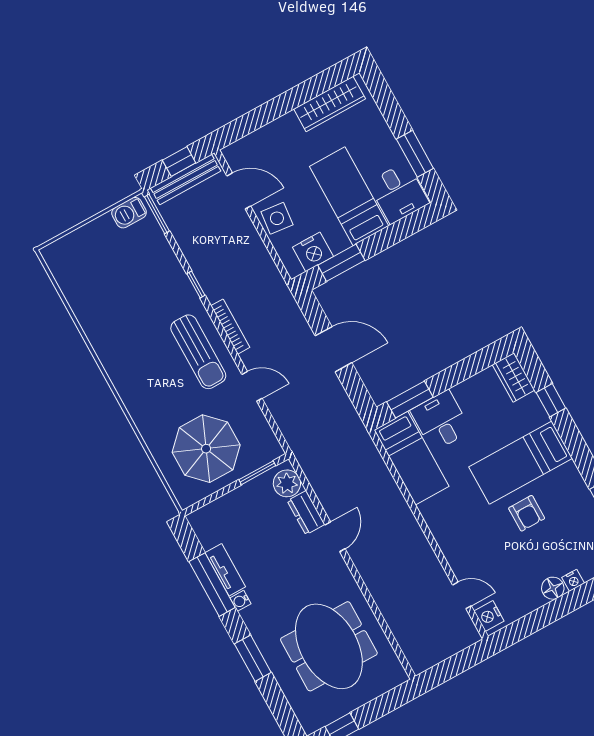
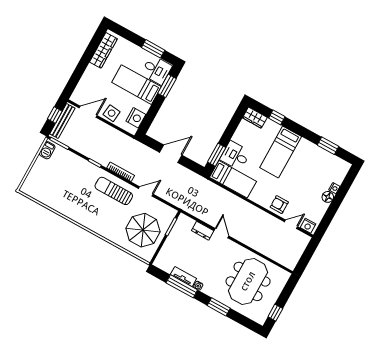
window: (341, 263) -> (167, 86), moved
sun lounger: (198, 352) -> (114, 191), turned 180
plant: (287, 483) -> (187, 223), removed
armchair: (527, 513) -> (279, 205), moved, turned 180
meeting table: (329, 646) -> (248, 281), turned 90

